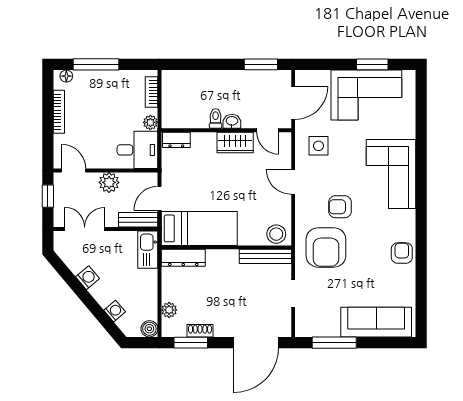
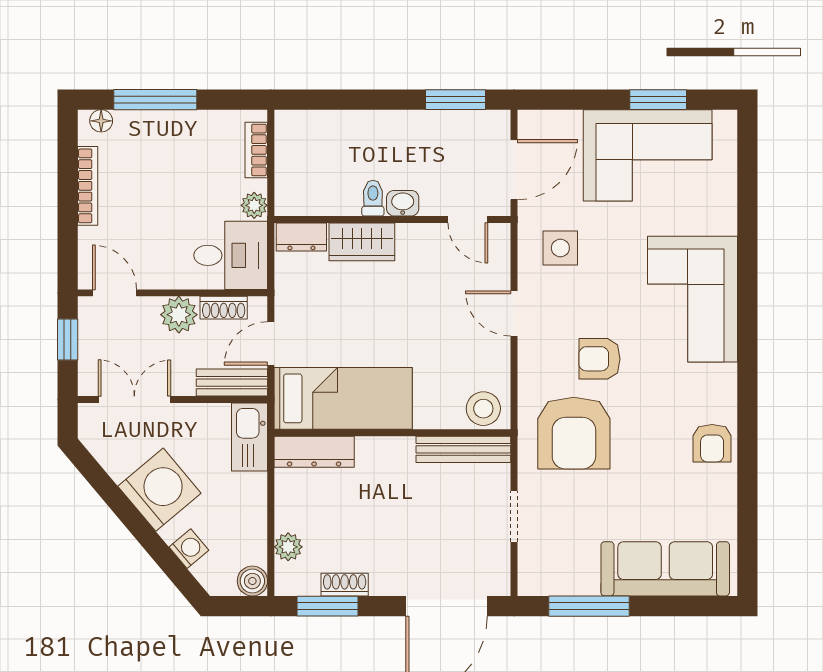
wardrobe: (235, 143) -> (362, 242), moved
shoe rack: (134, 179) -> (224, 308), added
armchair: (402, 253) -> (712, 443), turned 180
washing machine: (88, 278) -> (159, 490), width x1.89, depth x1.89

